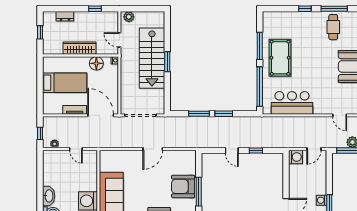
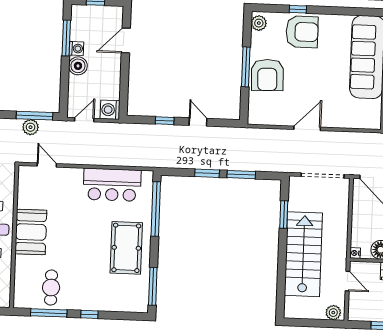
window: (260, 46) -> (153, 286), moved
window: (167, 62) -> (284, 215), moved
armchair: (183, 186) -> (267, 75), turned 88
boiler: (320, 188) -> (78, 66), added

